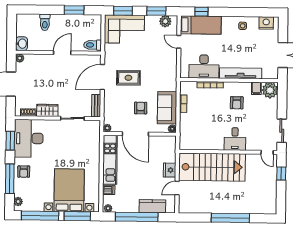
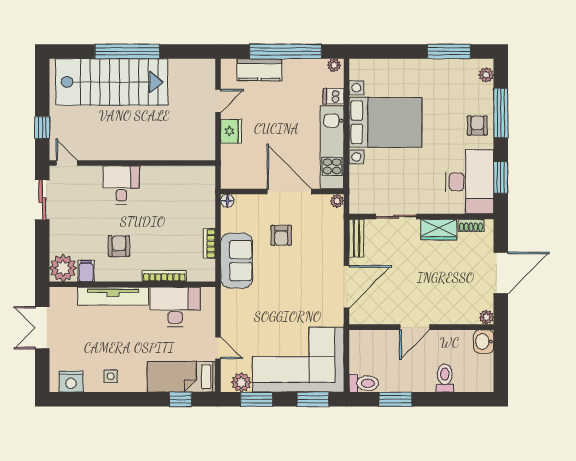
corner sofa: (124, 29) -> (298, 360), width x1.36, depth x1.36
toilet: (92, 45) -> (364, 383), moved
rug: (128, 78) -> (302, 286), removed
sofa: (167, 108) -> (237, 261), moved
stairs: (212, 167) -> (112, 82), moved, turned 180
bed with nightstands: (69, 190) -> (385, 122), moved, turned -90
window: (40, 216) -> (449, 51), width x0.68
window: (77, 216) -> (386, 51), removed

